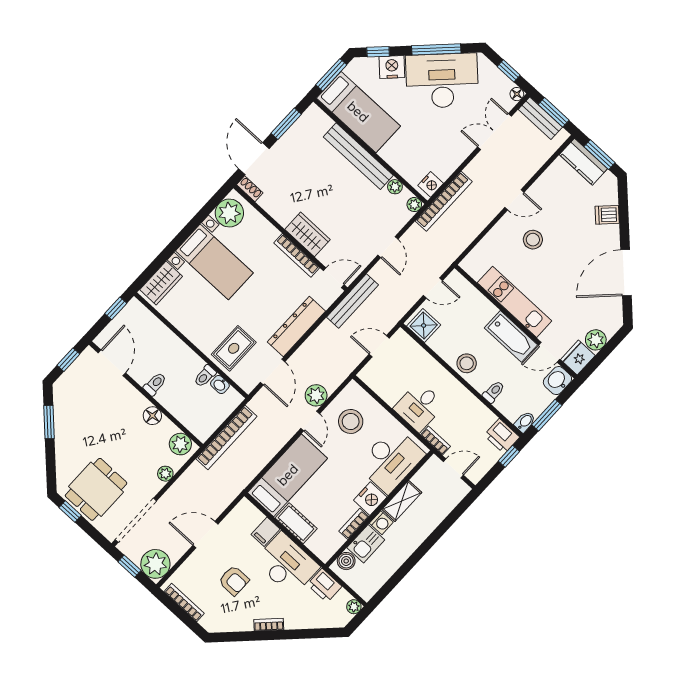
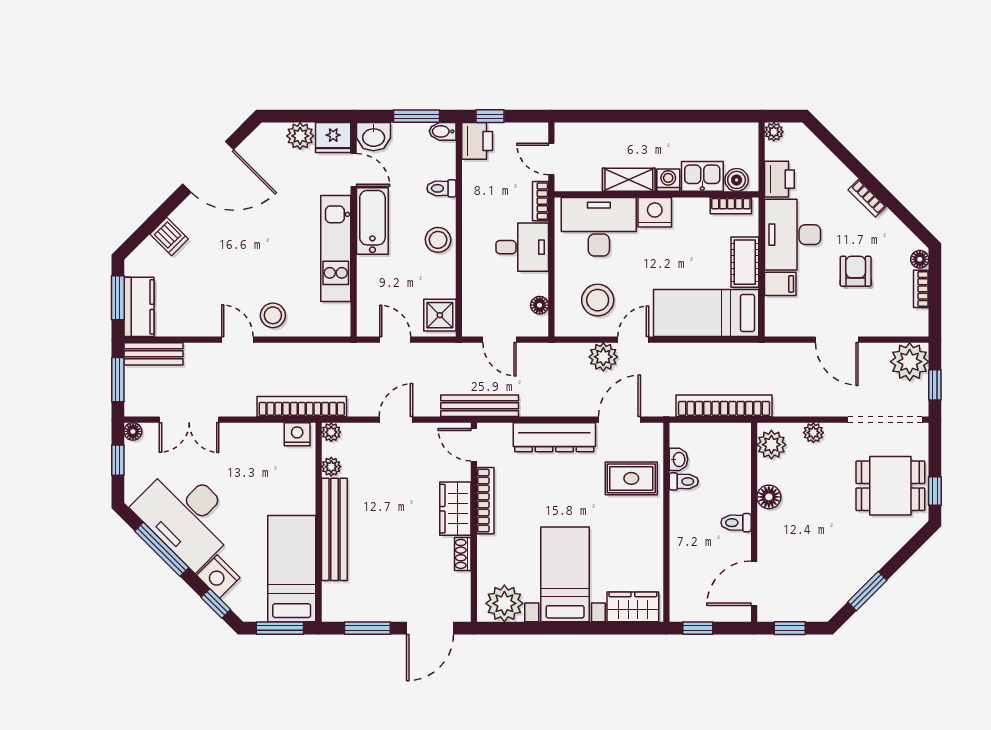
bench: (540, 118) -> (154, 354), moved, turned 90
shoe rack: (250, 189) -> (463, 554), moved
stool: (533, 240) -> (273, 315), moved
floor lamp: (378, 386) -> (540, 305), added
bookcase: (354, 524) -> (731, 206), moved
bookcase: (184, 602) -> (921, 289), width x0.64
floor lamp: (207, 622) -> (920, 259), added

